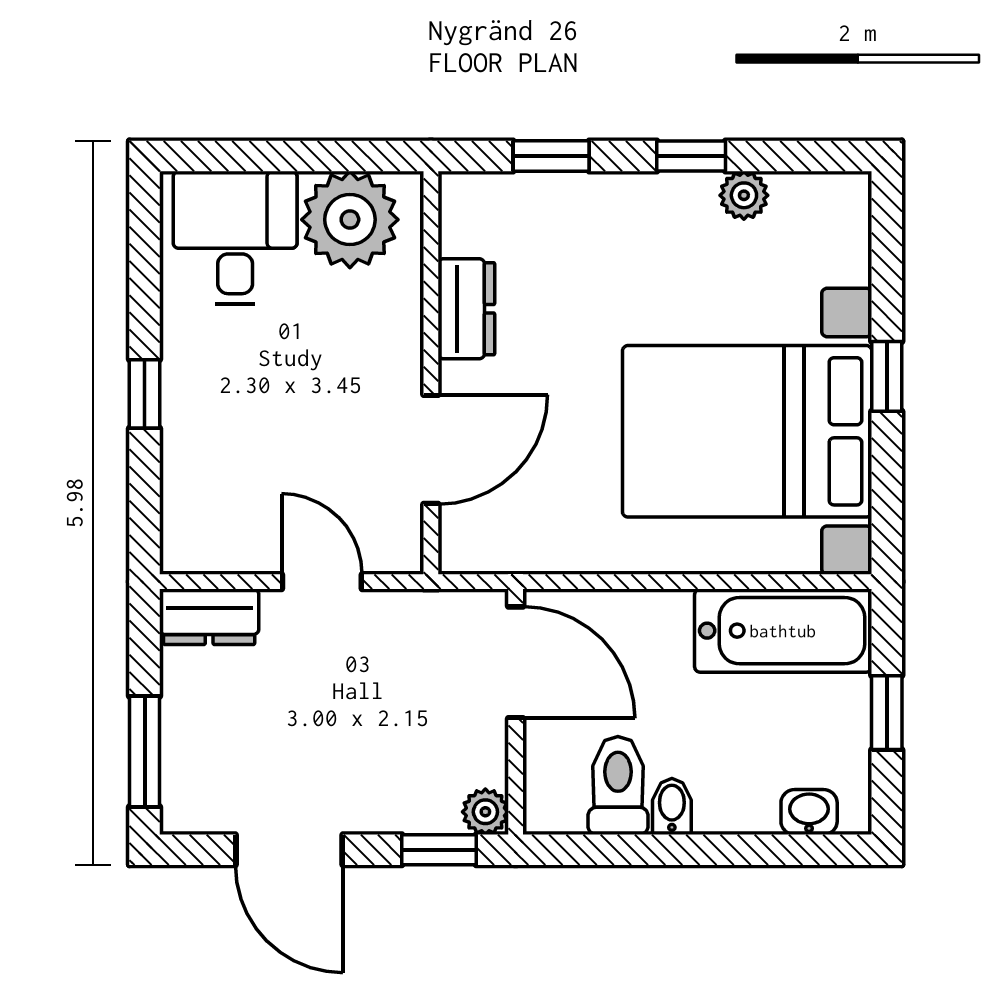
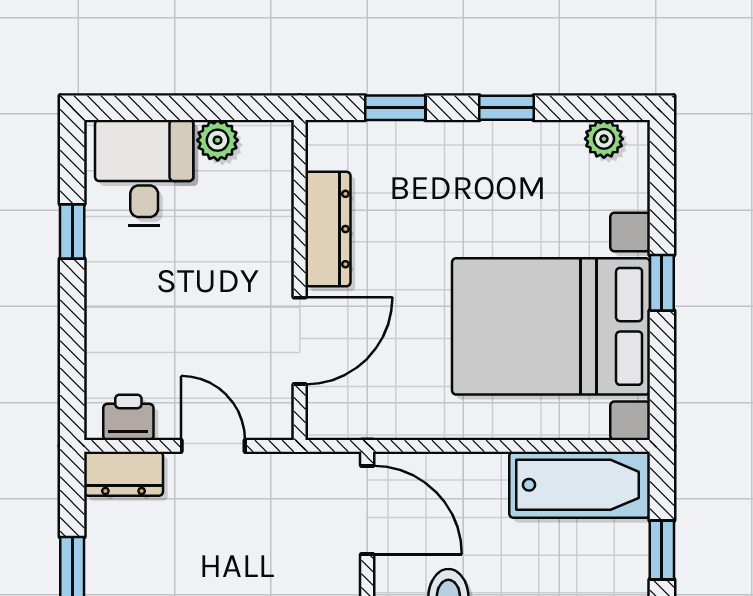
plant: (744, 195) -> (604, 139), moved
plant: (350, 220) -> (218, 140), width x0.53, depth x0.53
dresser: (466, 309) -> (328, 229), width x1.44
window: (145, 394) -> (72, 231), moved
printer: (215, 546) -> (128, 417), added

